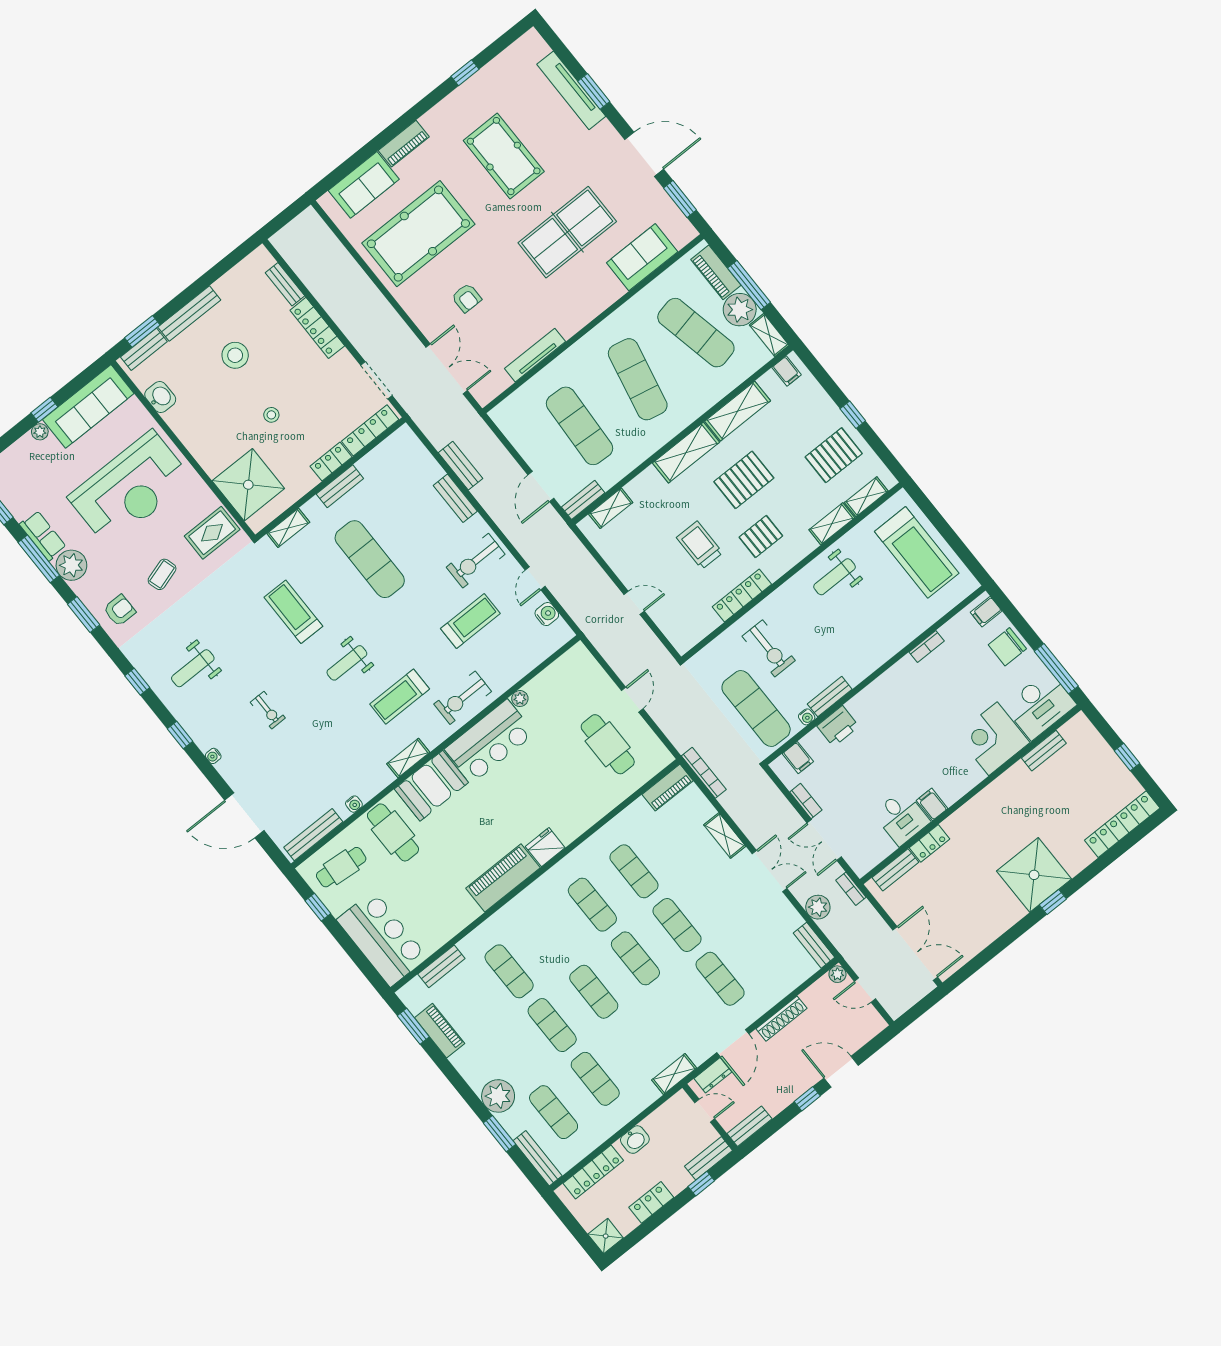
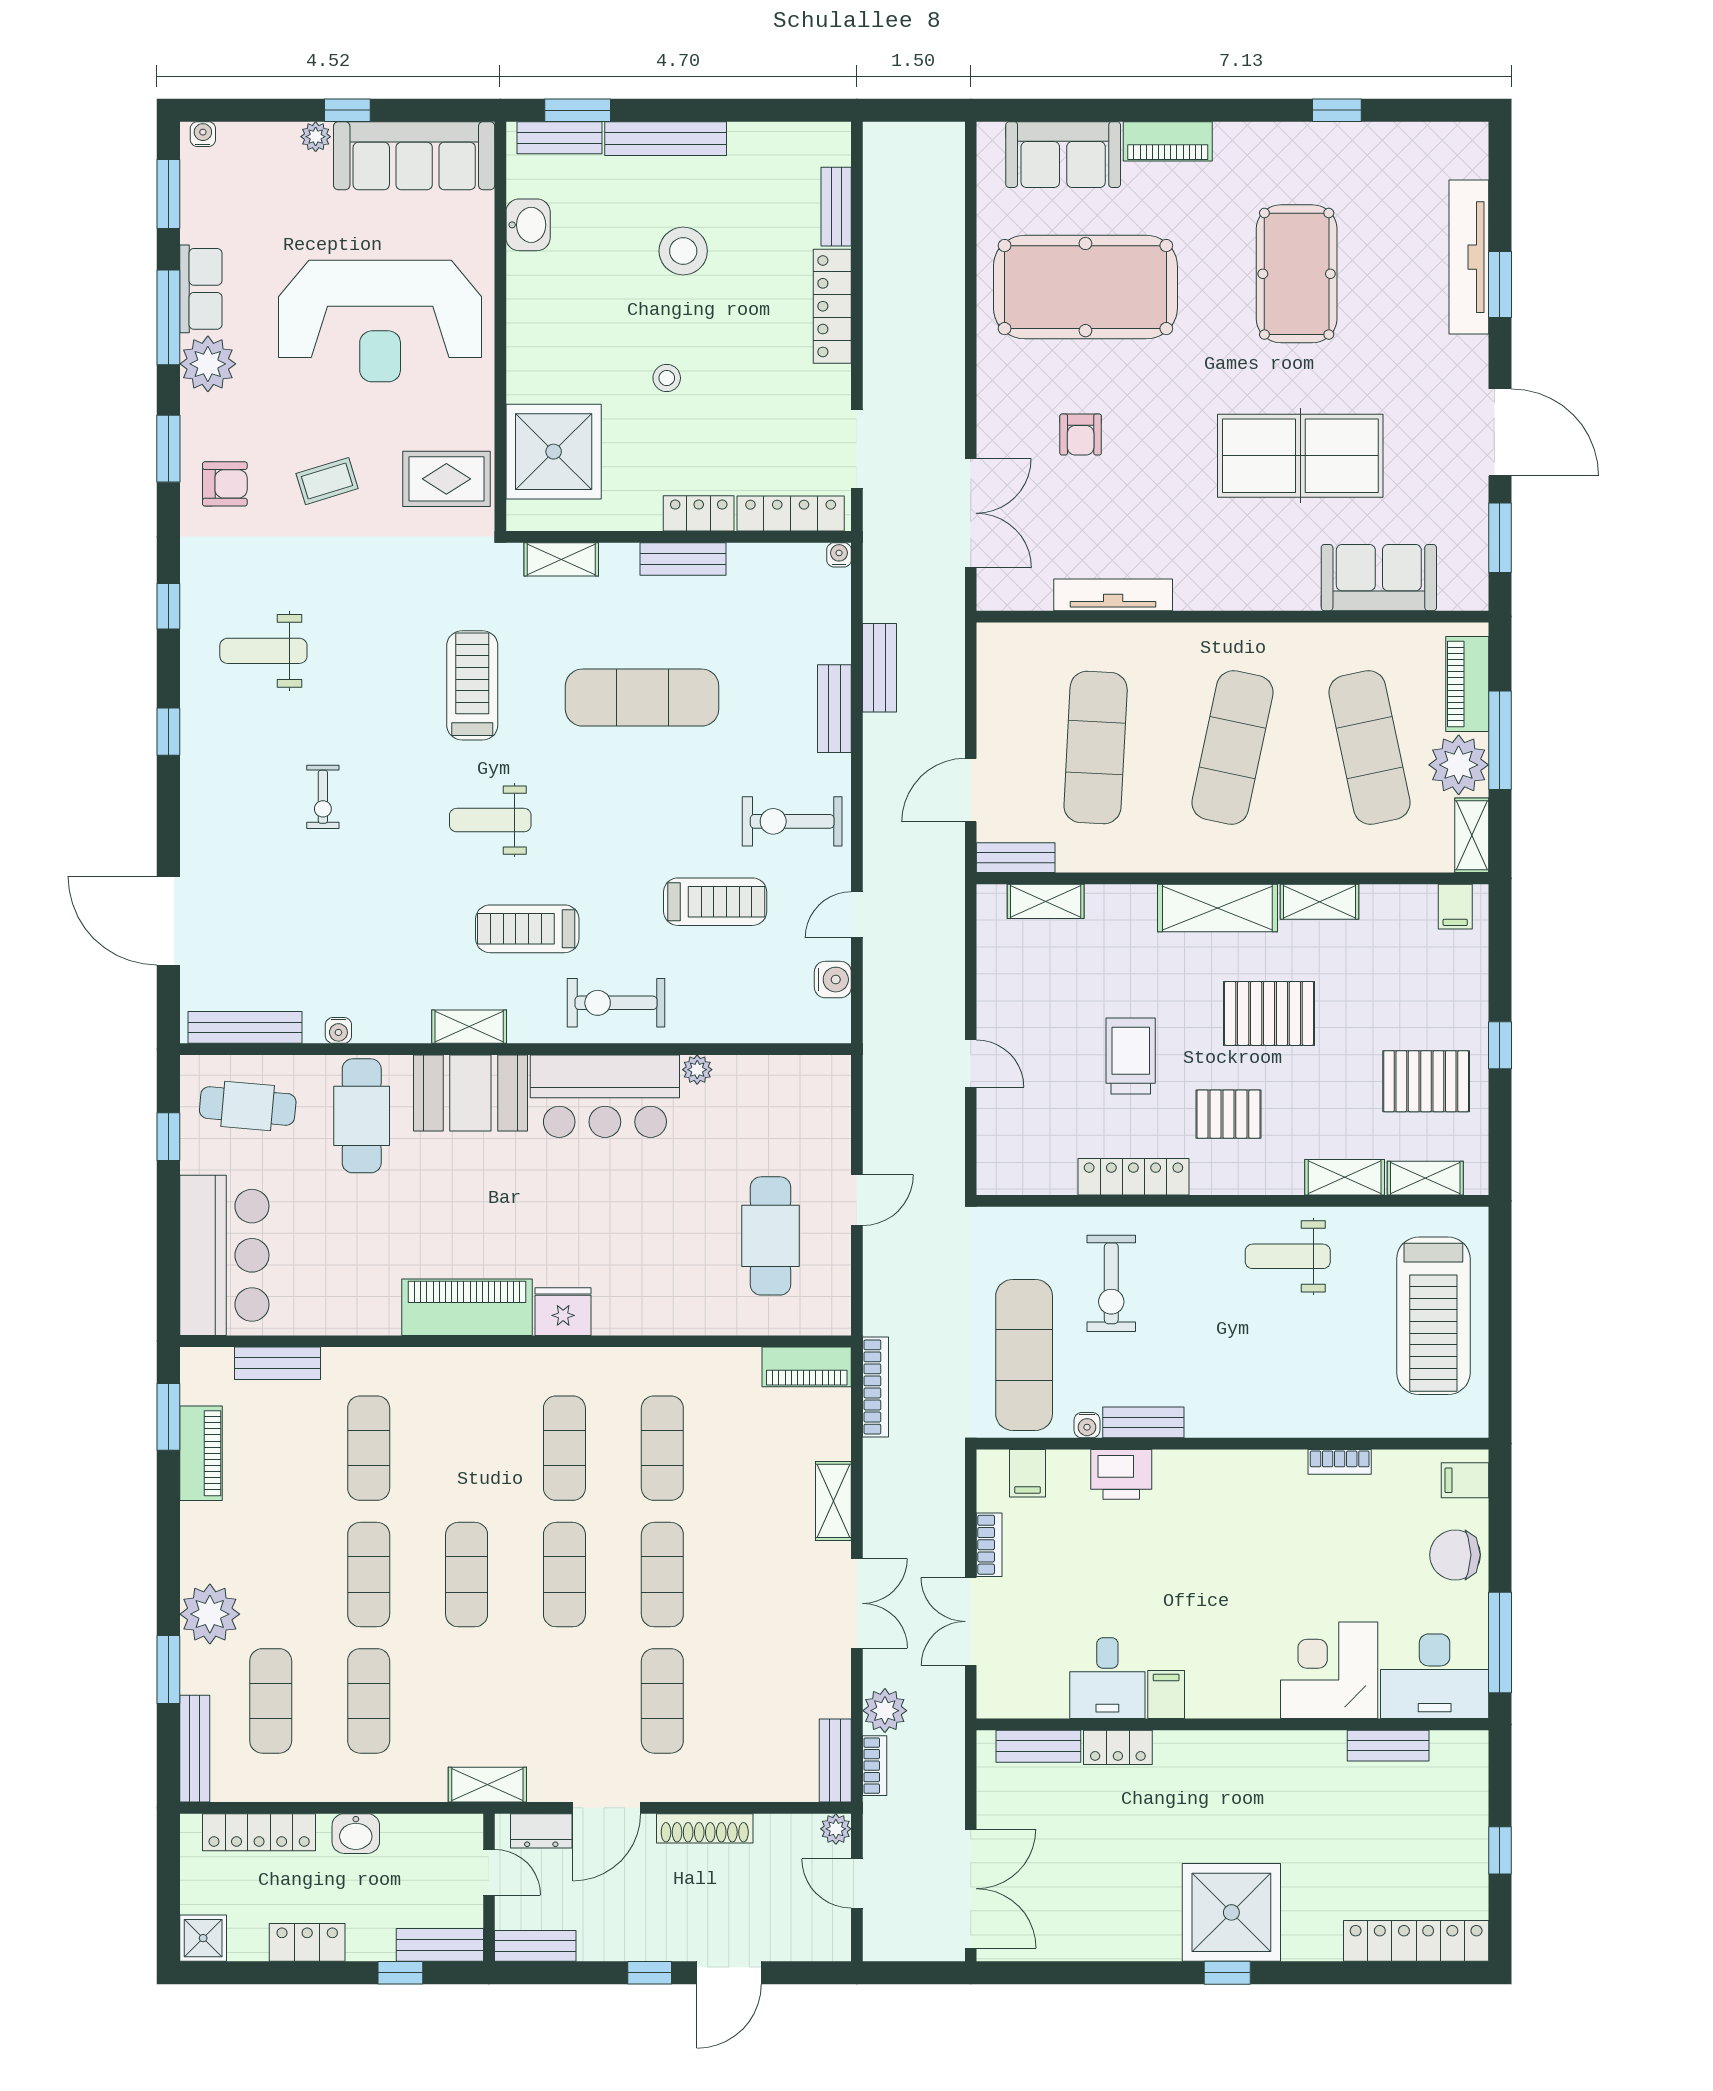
shelving: (738, 411) -> (1319, 902), width x0.67, depth x0.75
exercise mat: (370, 559) -> (642, 698), turned 90
water cooler: (213, 756) -> (839, 555), moved, turned 90
bookcase: (851, 889) -> (875, 1766), moved, turned 180
door: (841, 1072) -> (729, 1973), swing flipped

